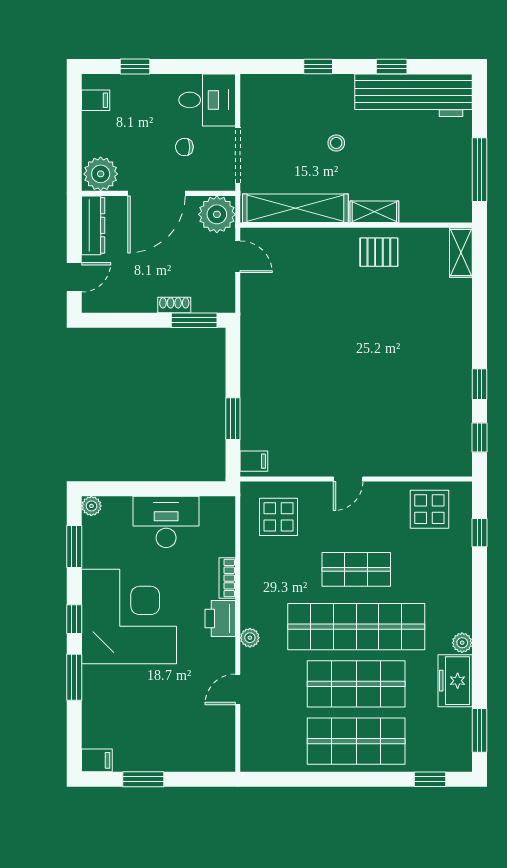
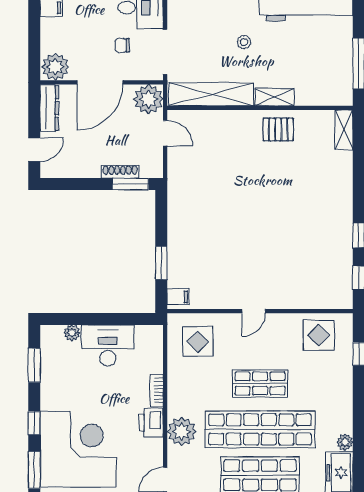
shoe rack: (174, 305) -> (120, 172), width x1.43
plant: (91, 506) -> (72, 333), moved
corner desk: (129, 617) -> (78, 449), moved
plant: (250, 638) -> (182, 432), width x1.88, depth x1.88

